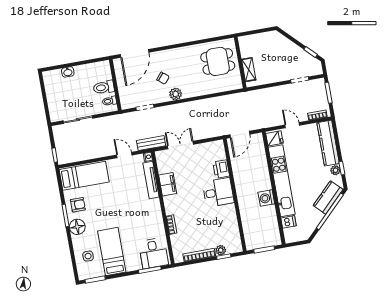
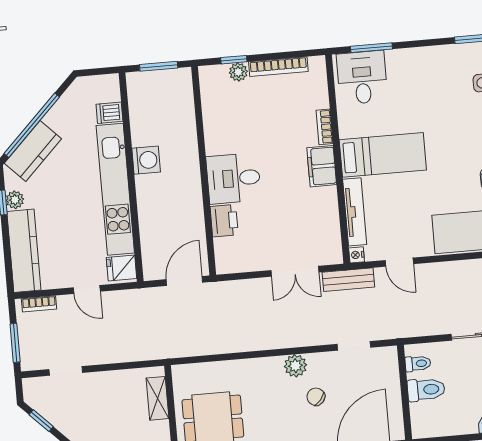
filing cabinet: (168, 184) -> (322, 166), moved
bed: (112, 251) -> (383, 155), moved, turned -90

